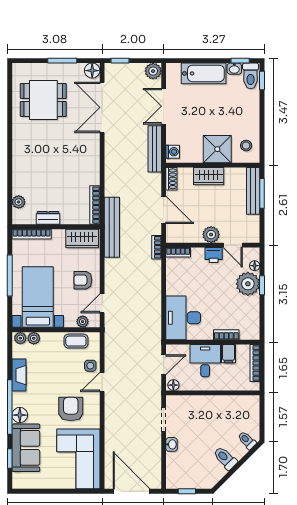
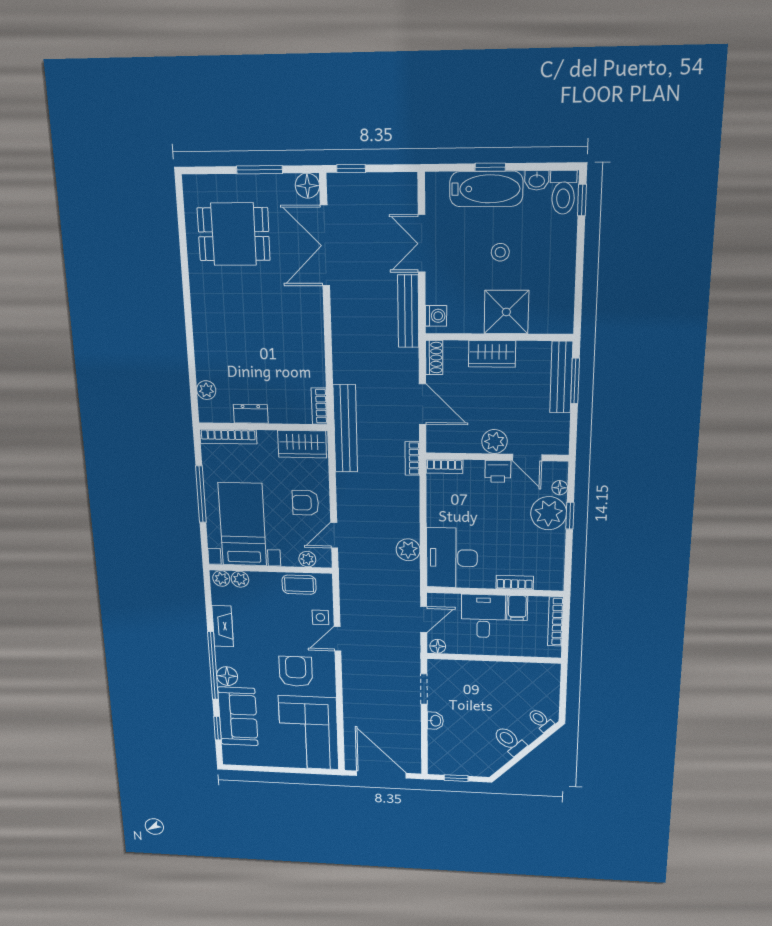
window: (240, 61) -> (490, 167), moved
plant: (153, 71) -> (408, 550), moved
stool: (246, 146) -> (500, 252), moved
bookcase: (95, 205) -> (319, 406), width x0.64

